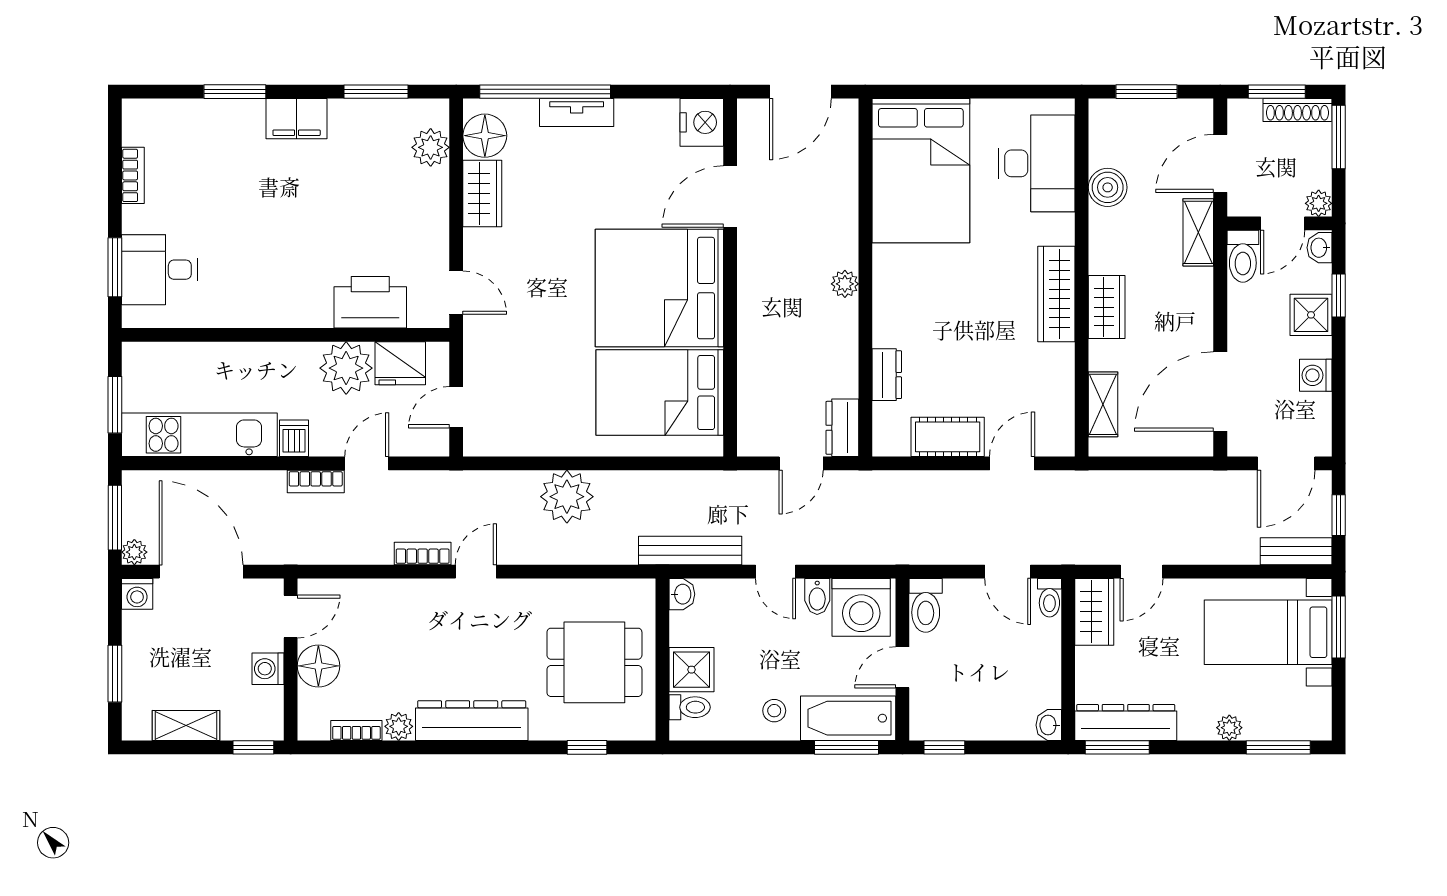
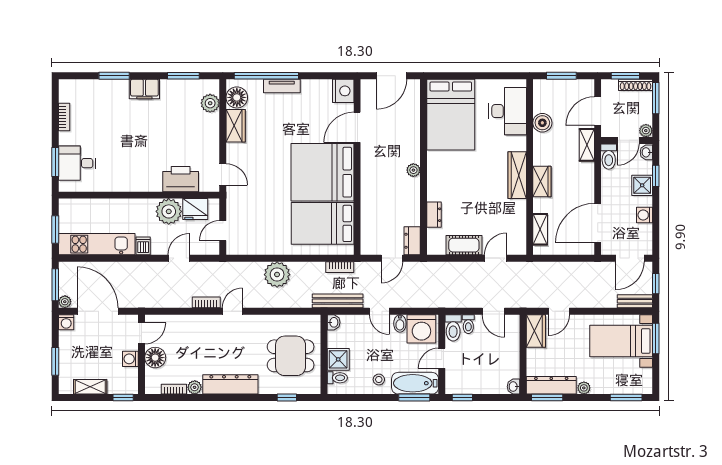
bookcase: (316, 482) -> (340, 267), moved
toilet: (1049, 598) -> (468, 324), moved
plant: (1229, 728) -> (584, 388), moved

